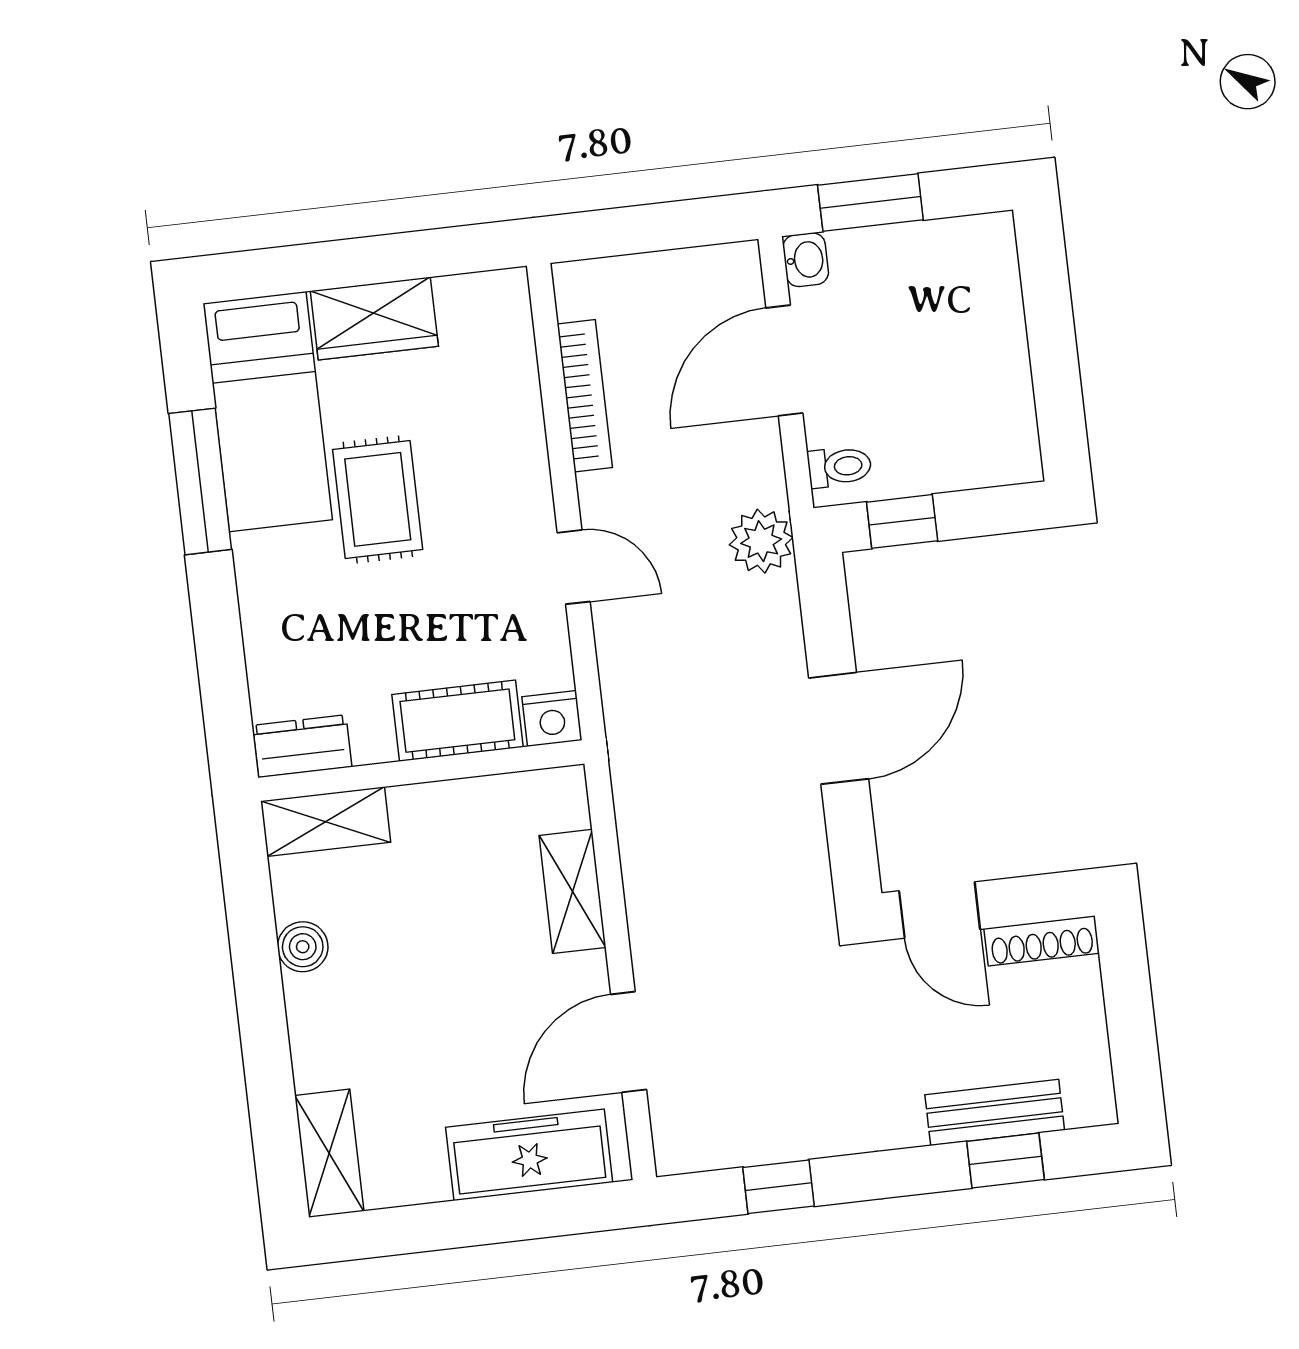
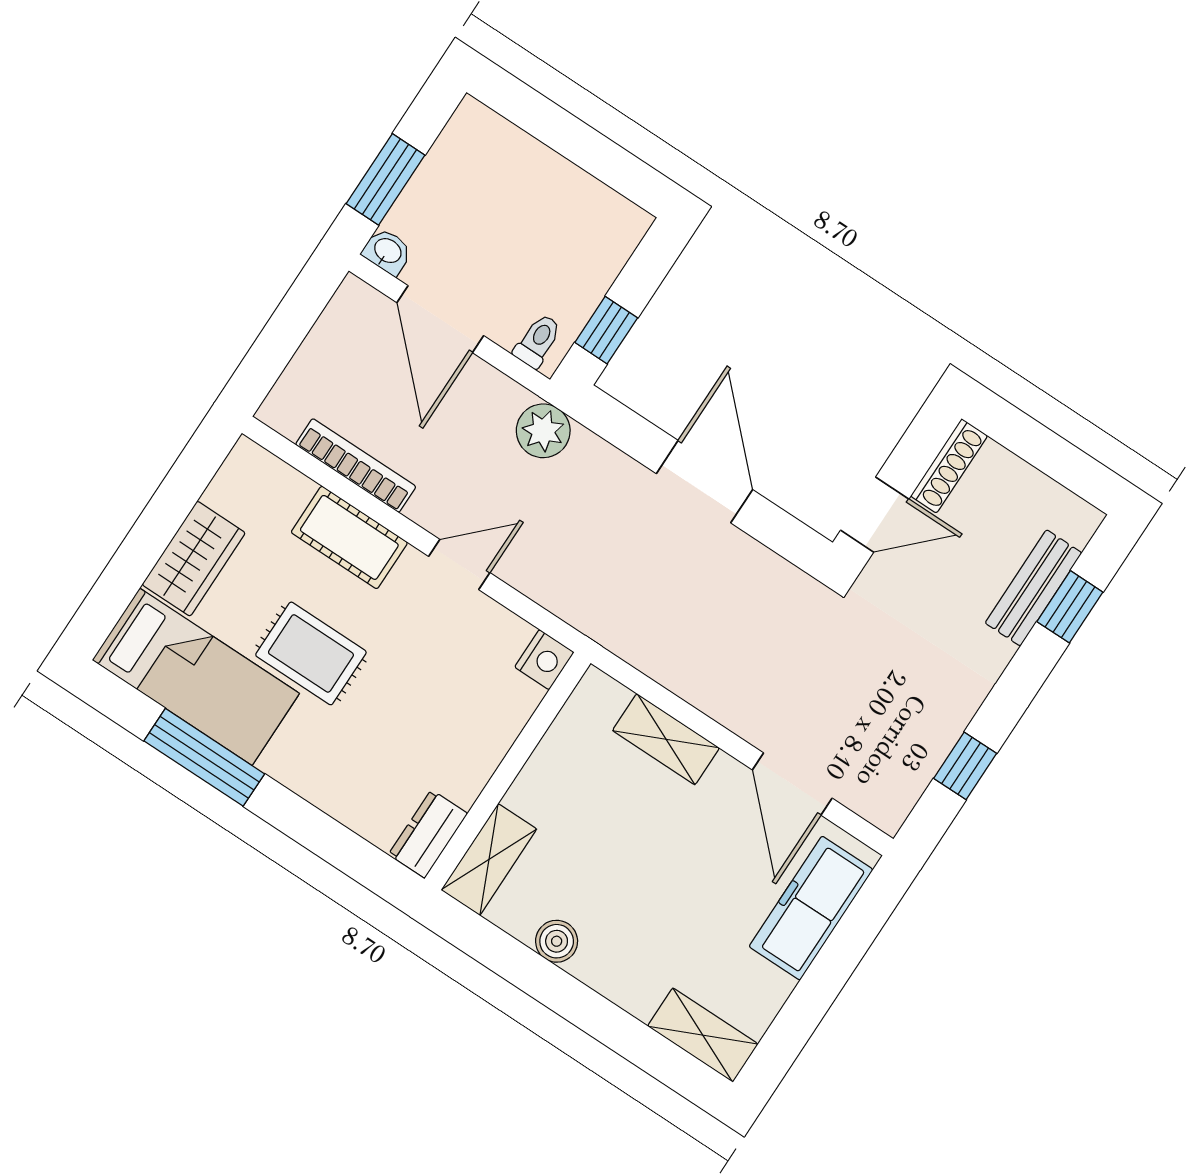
cot: (457, 721) -> (349, 537), moved, turned 90

